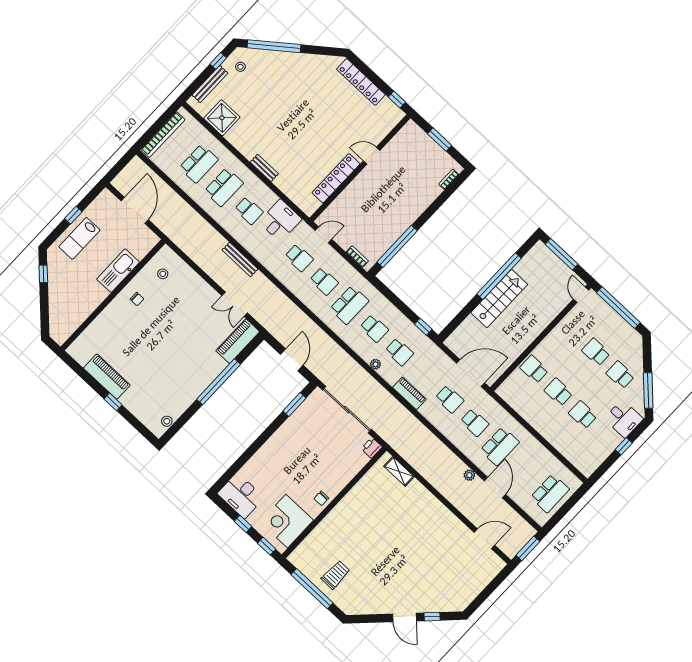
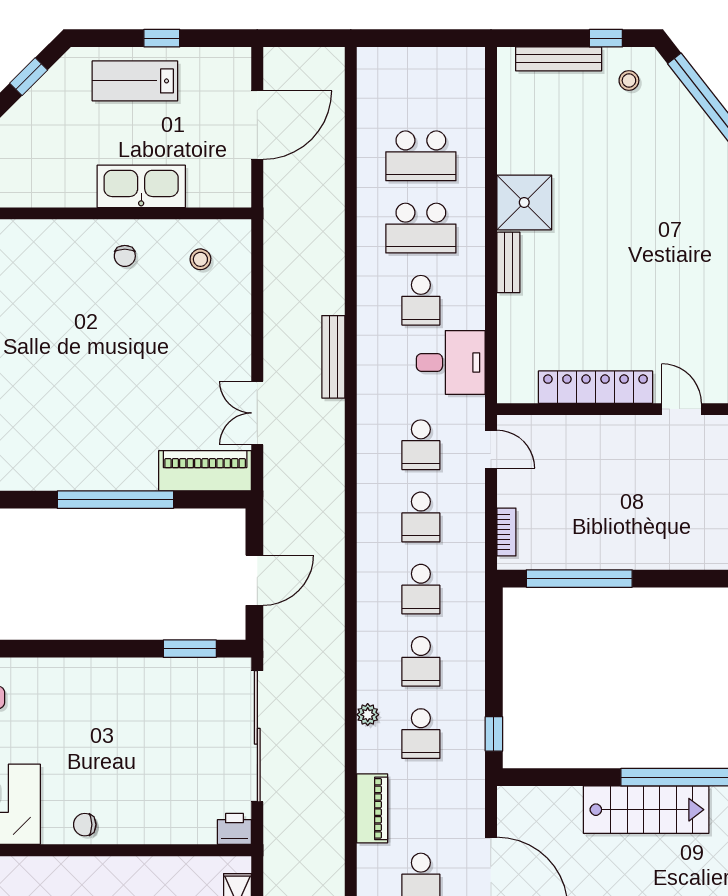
shower: (222, 118) -> (524, 202), moved
bookcase: (163, 135) -> (414, 59), removed
school desk: (349, 305) -> (421, 589), width x0.54

